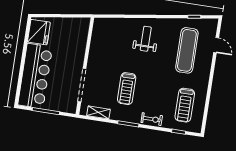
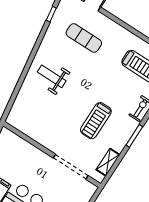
exercise mat: (187, 50) -> (84, 38), width x0.73, depth x0.69
treadmill: (127, 89) -> (96, 121), turned 90

